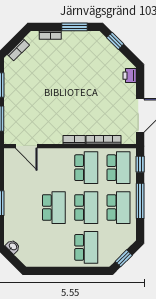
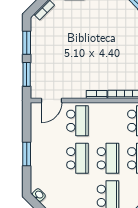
door: (26, 146) -> (51, 100), hinge flipped
school desk: (86, 168) -> (77, 121), moved

